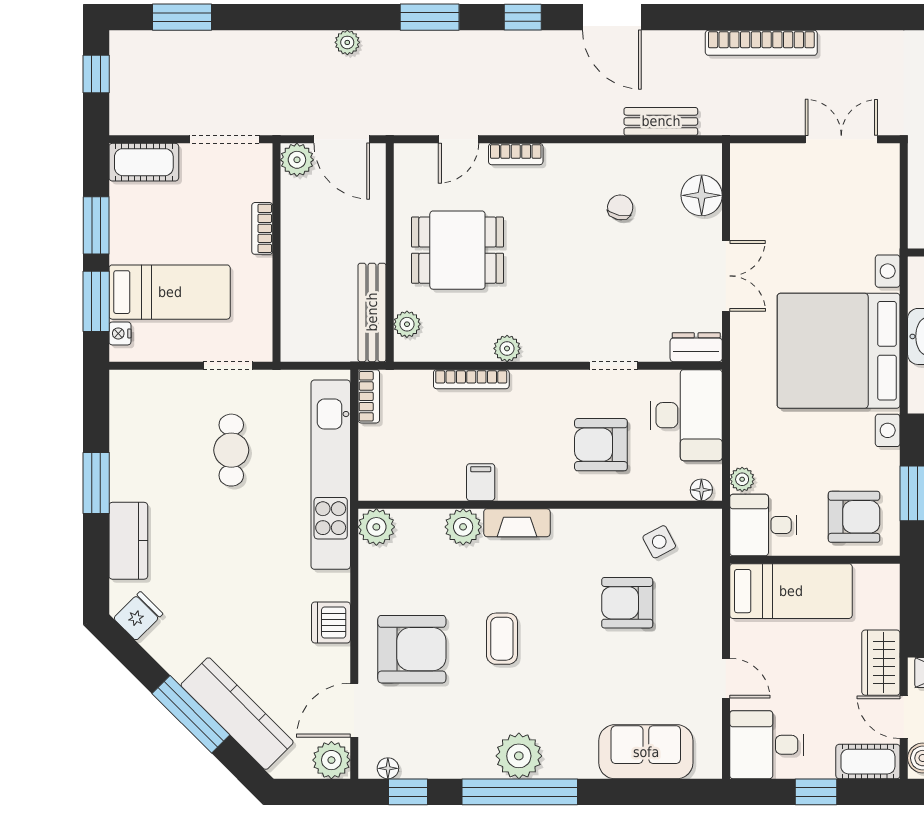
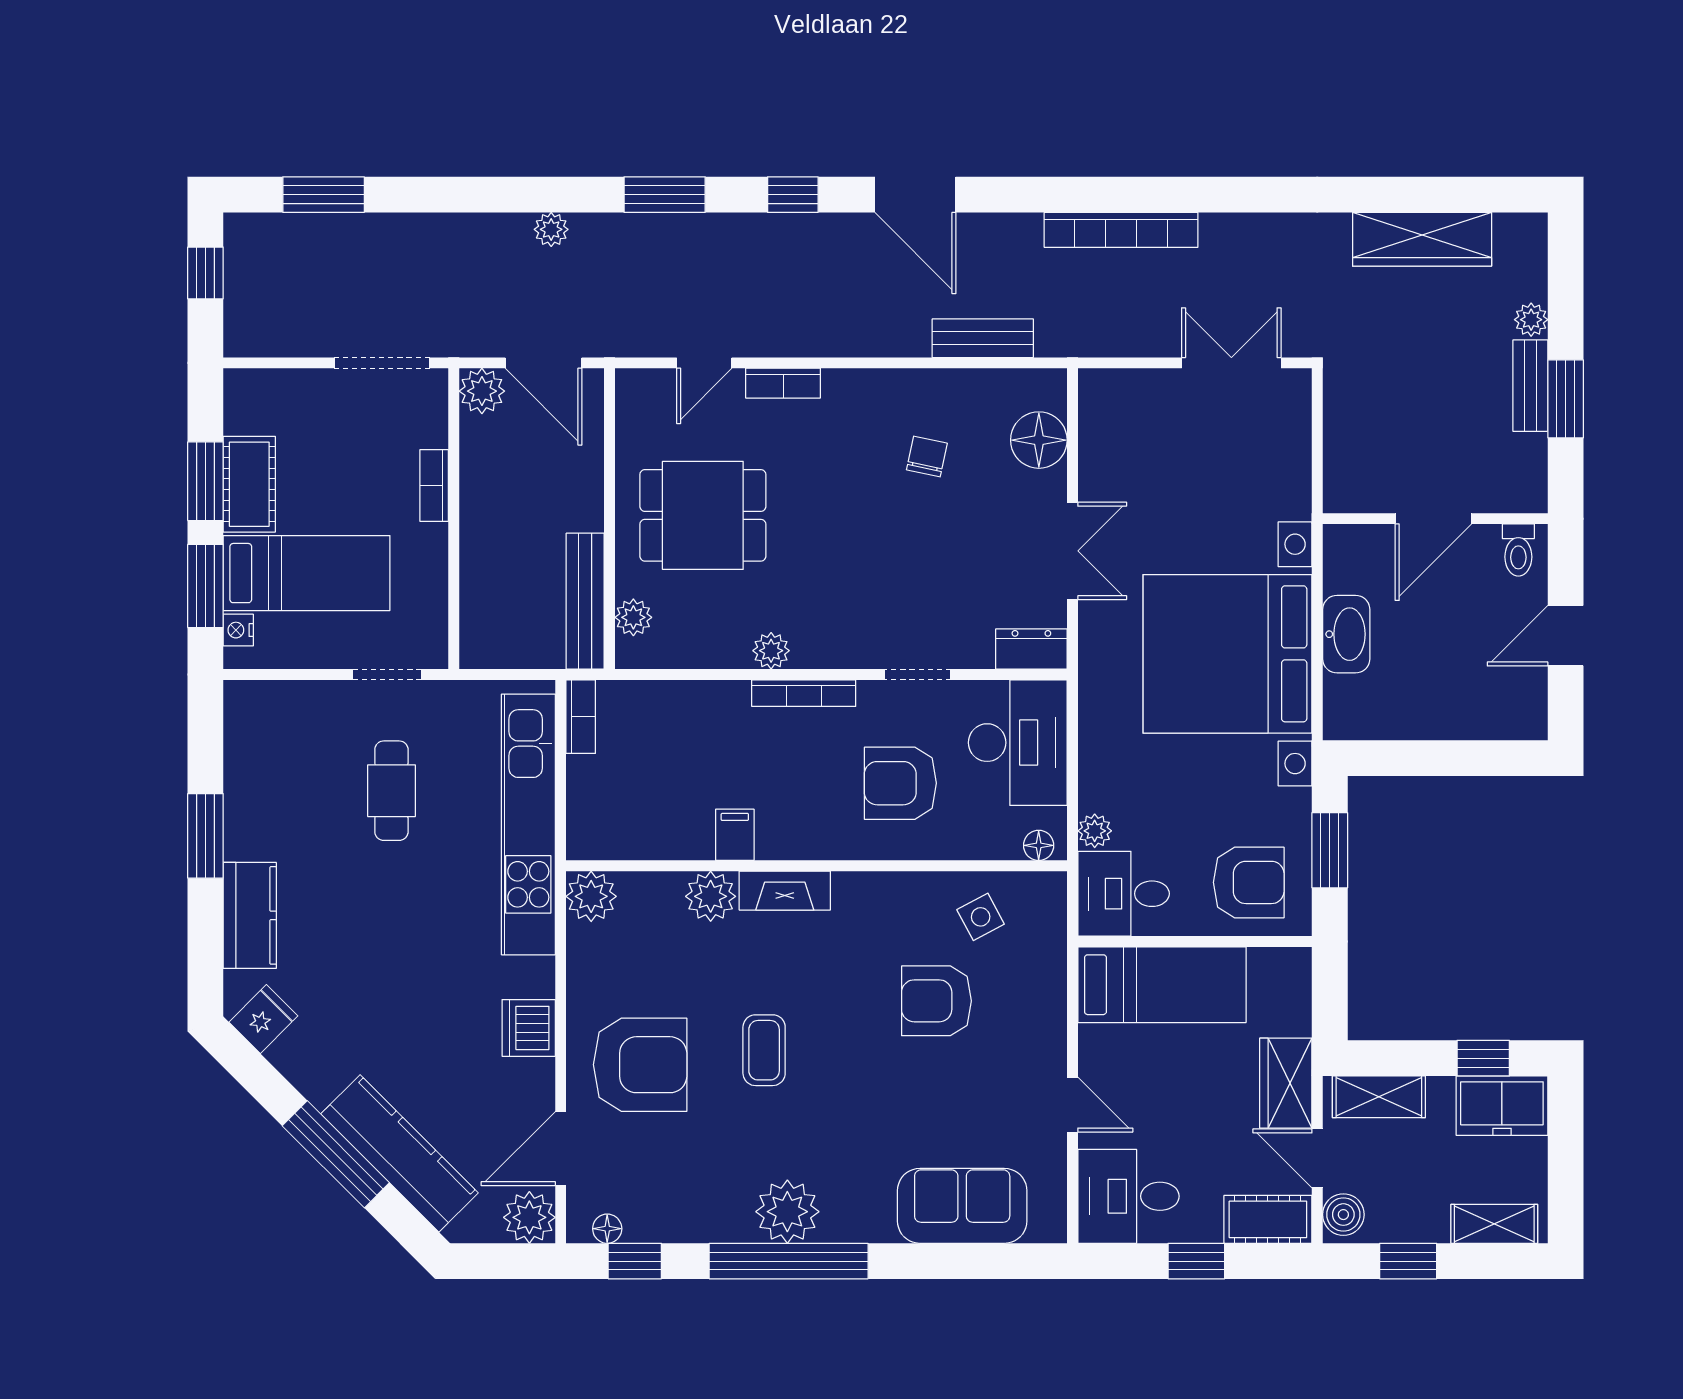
cot: (144, 162) -> (249, 484), moved, turned 90
bookcase: (471, 379) -> (804, 693), moved

